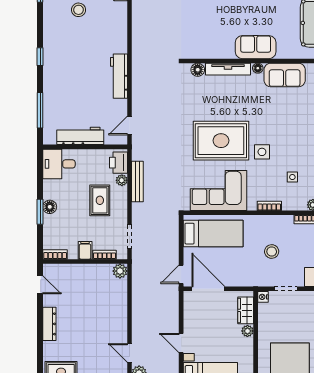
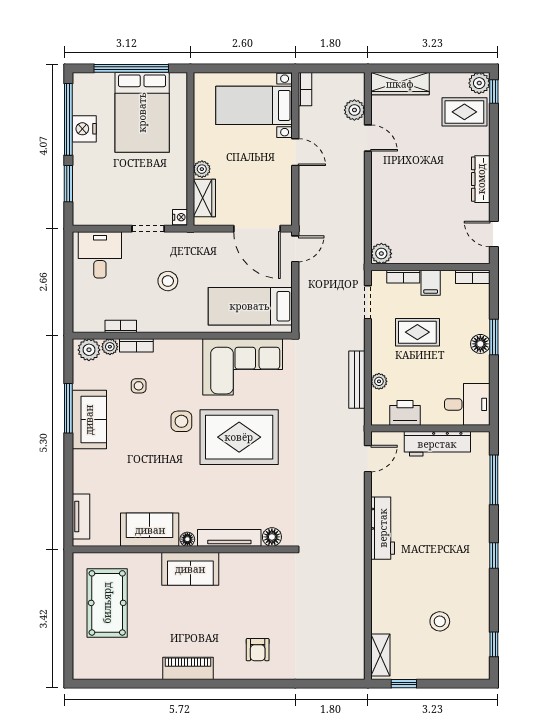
printer: (119, 163) -> (405, 413), moved, turned -90
rug: (100, 200) -> (417, 332), moved, turned 90
bookcase: (269, 206) -> (136, 345), moved

